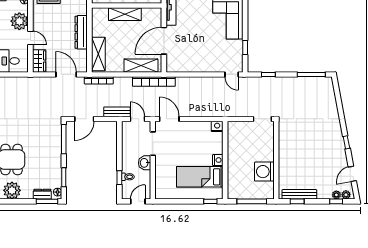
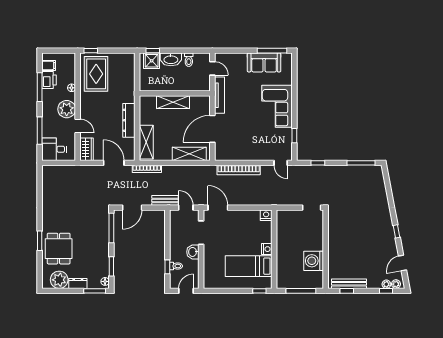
bookcase: (154, 82) -> (239, 170), moved
dresser: (42, 194) -> (78, 283), moved

